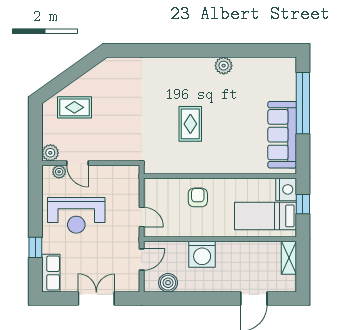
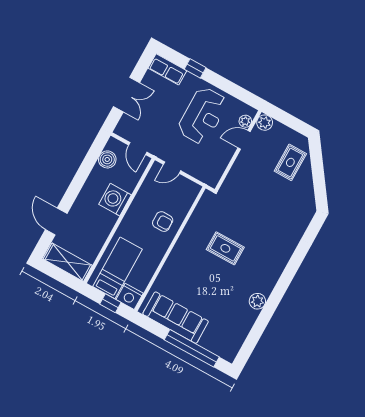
reception desk: (76, 215) -> (203, 116), turned 180
shelving: (289, 258) -> (68, 262), width x1.50, depth x1.33

